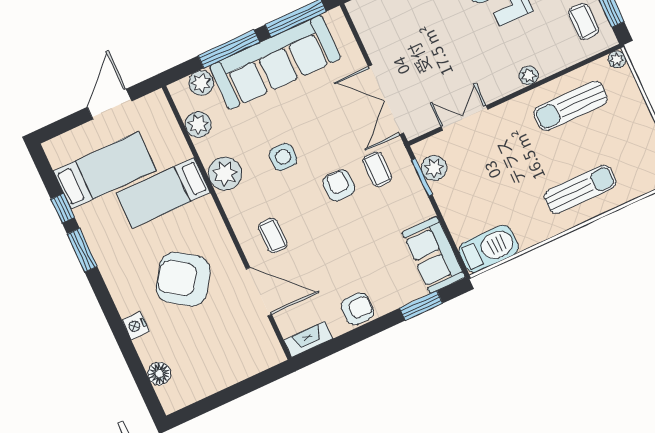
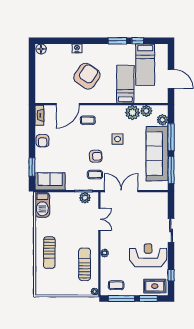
plant: (225, 174) -> (132, 113), moved
floor lamp: (159, 374) -> (41, 49), moved

